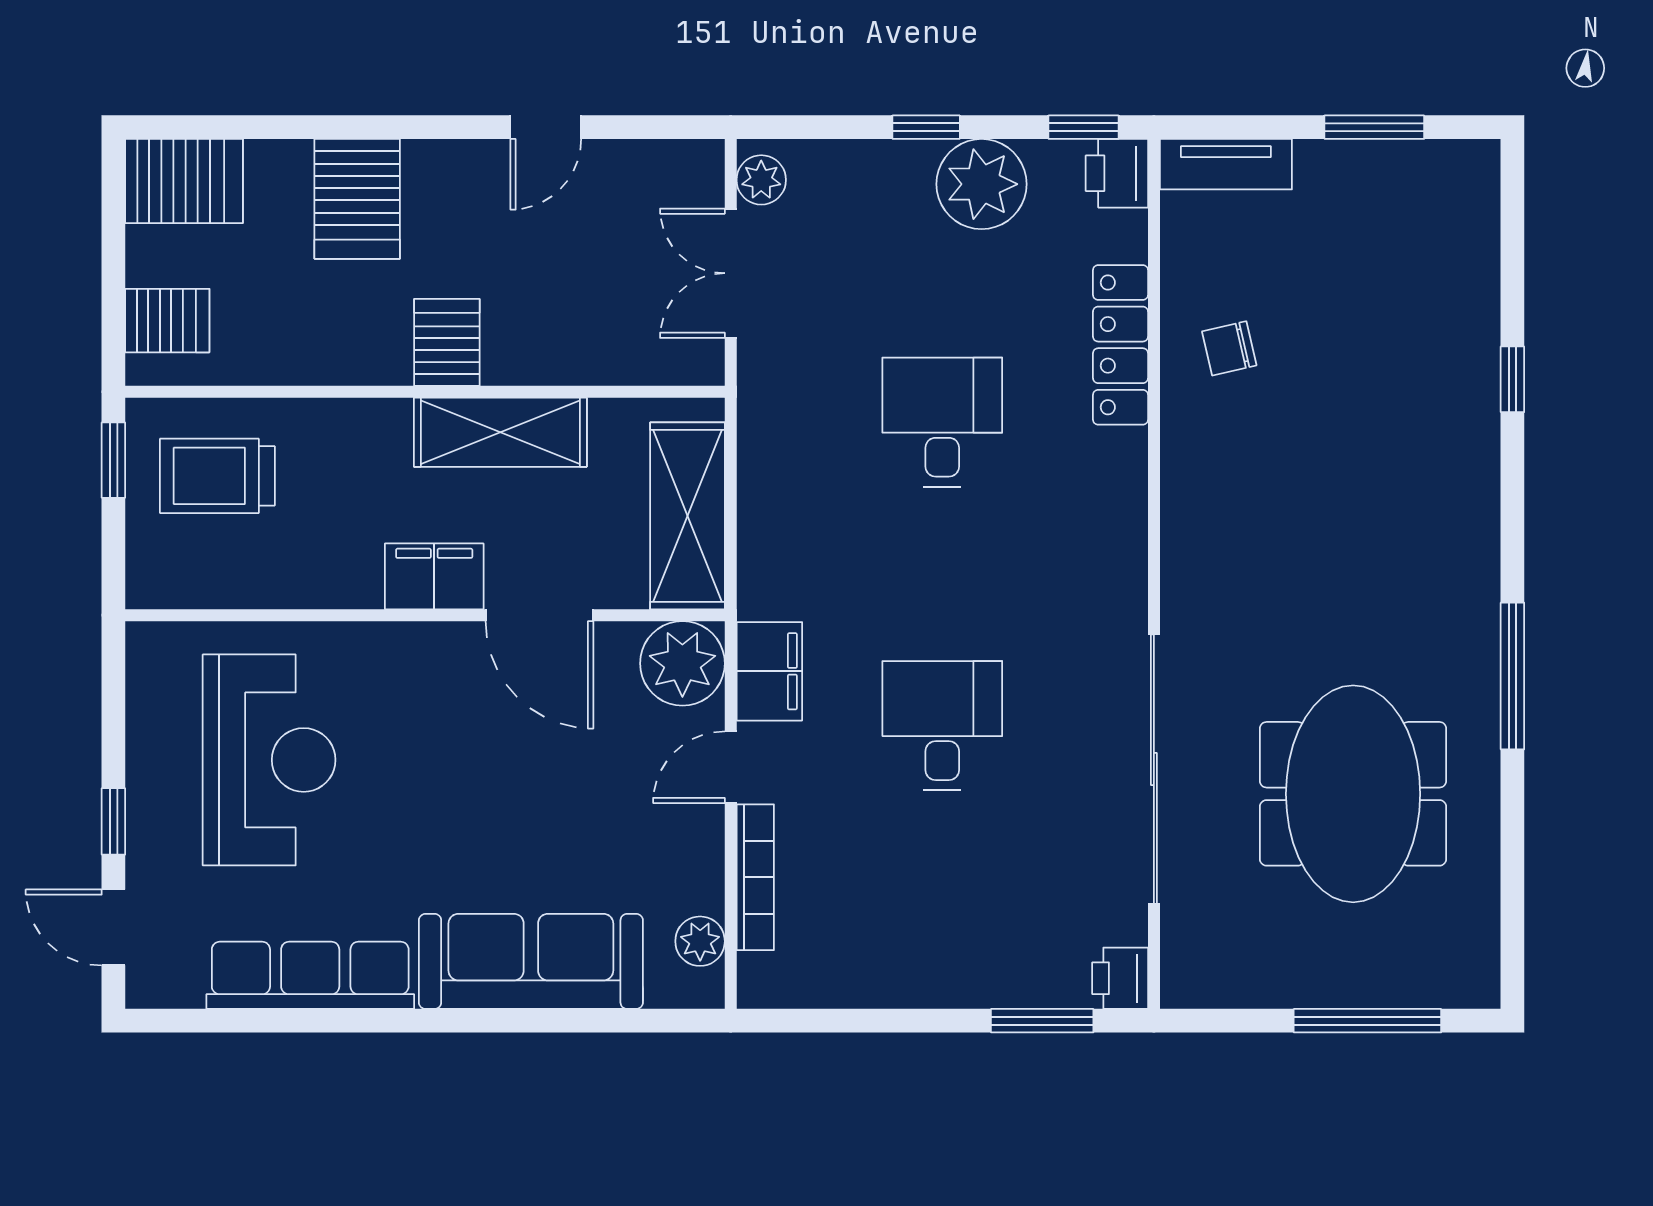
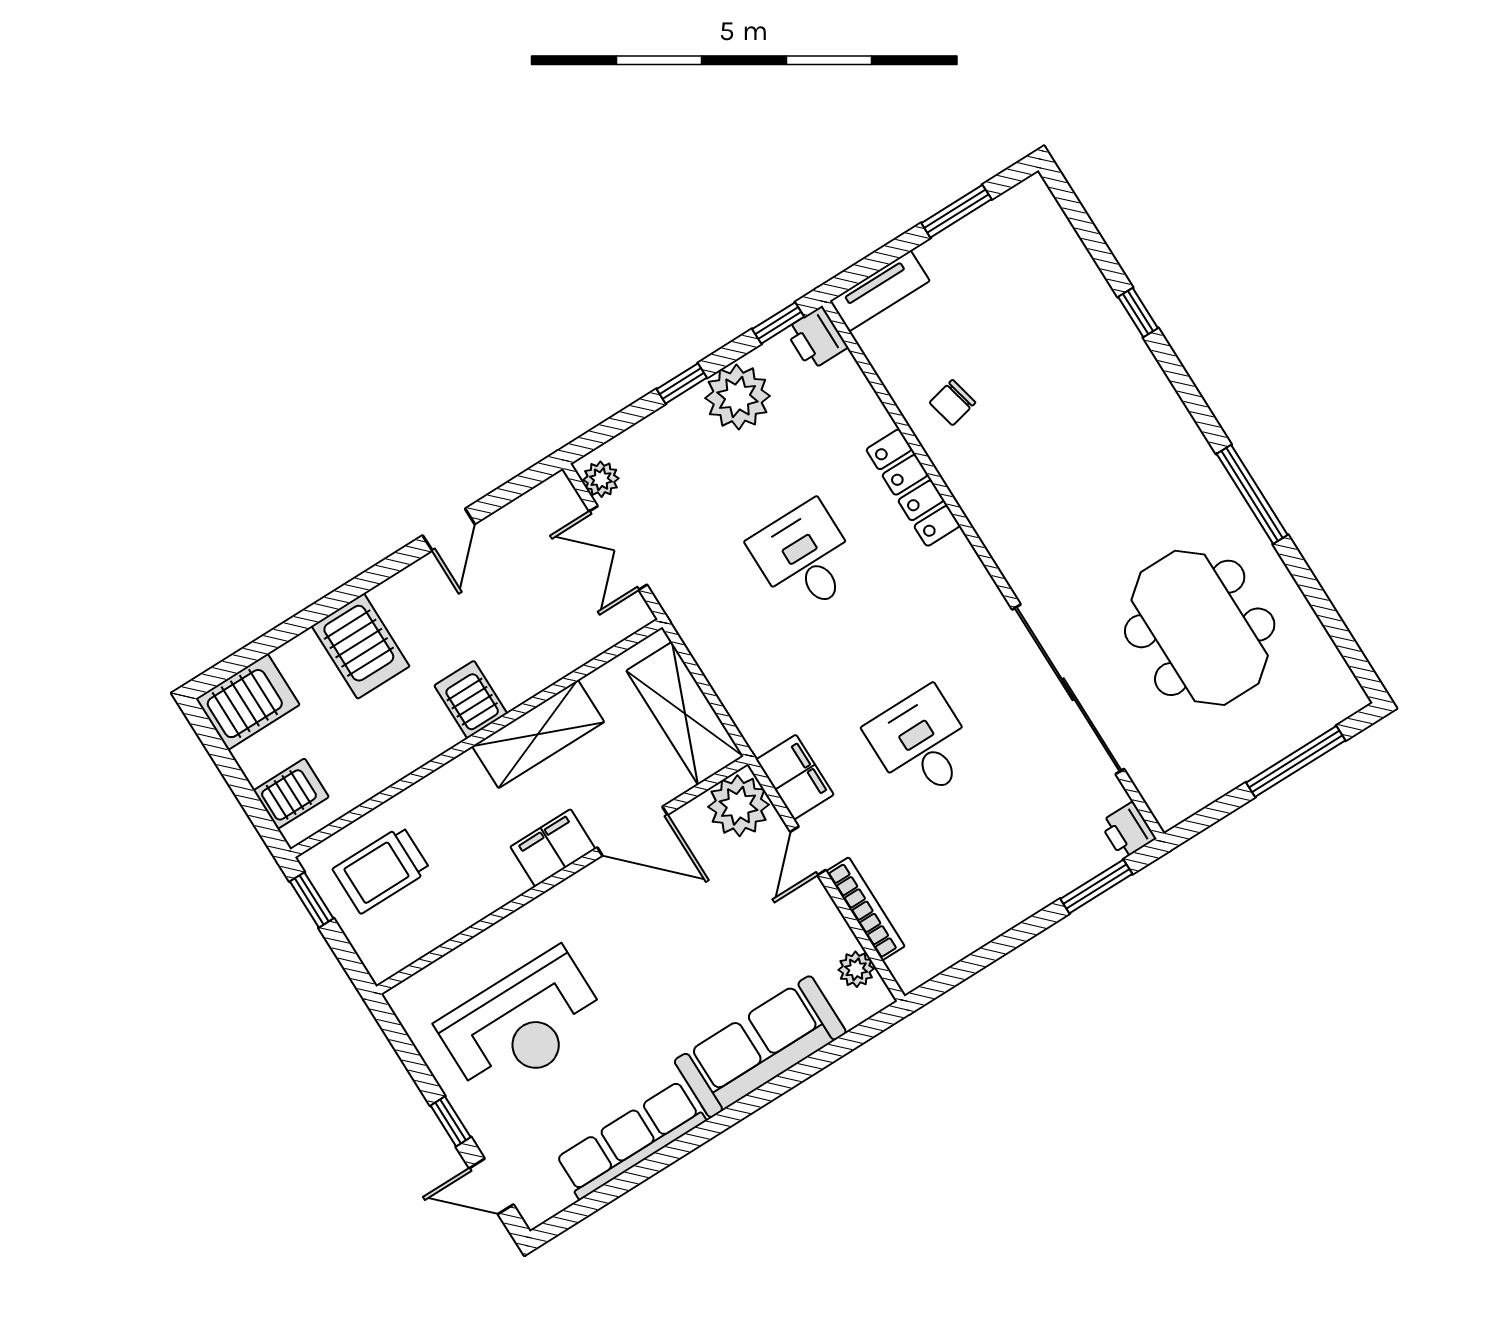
locker: (1120, 345) -> (913, 488), moved
reception desk: (269, 760) -> (522, 1024), turned 90

